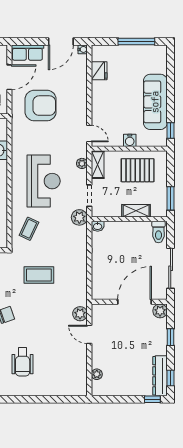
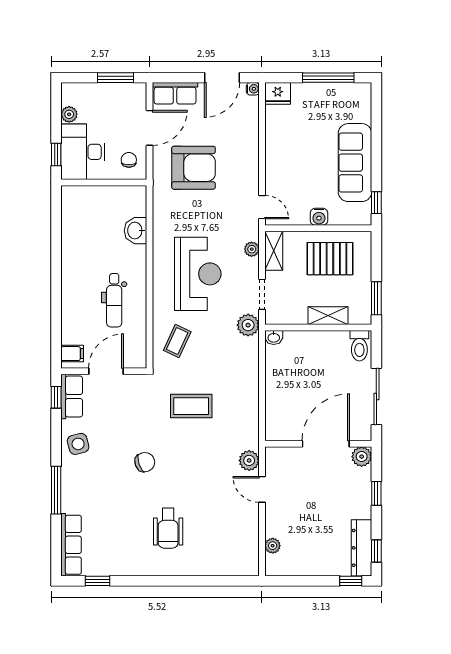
fridge: (99, 71) -> (278, 93), moved, turned 90

